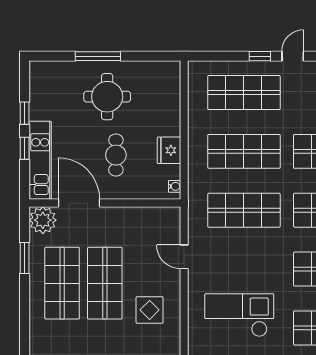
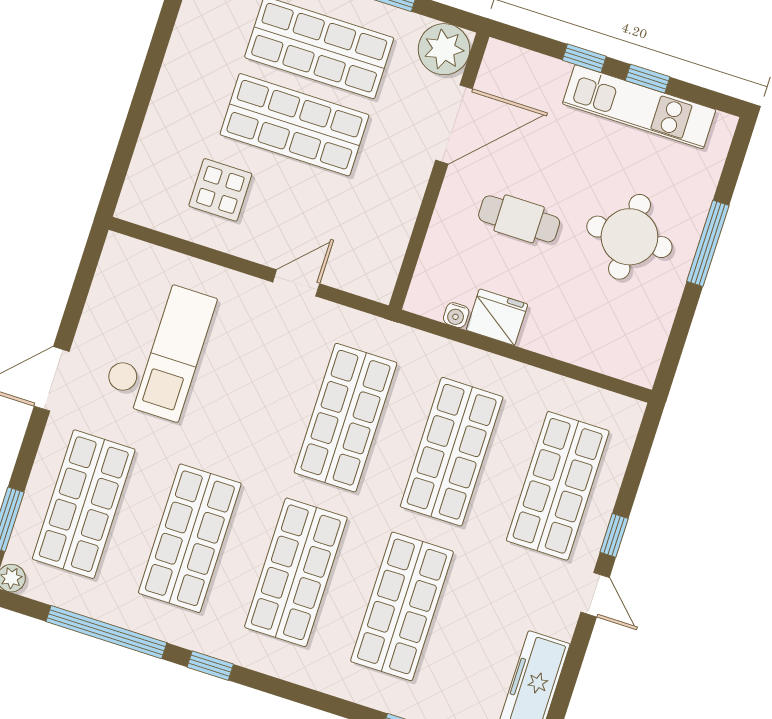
kitchen unit: (40, 160) -> (639, 107), moved
water cooler: (175, 186) -> (456, 315), moved

